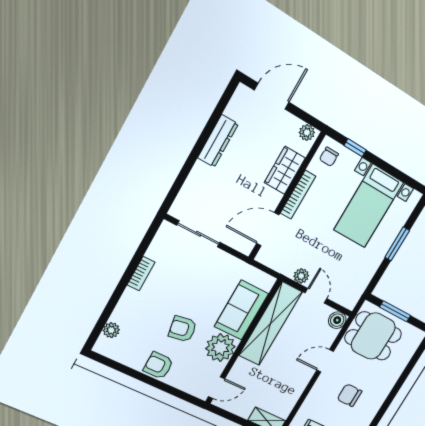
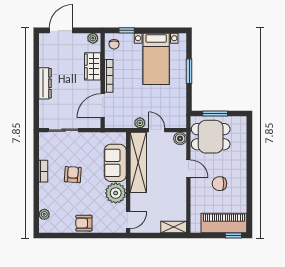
dresser: (218, 141) -> (45, 83), moved
armchair: (183, 329) -> (73, 175), moved, turned 104
door: (325, 361) -> (188, 169), swing flipped

